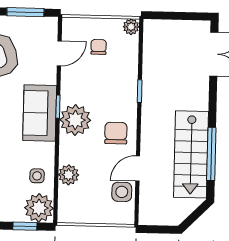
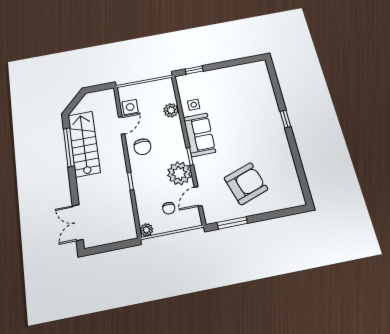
sofa: (40, 113) -> (199, 135), moved
plant: (75, 120) -> (179, 173), moved
plant: (39, 208) -> (187, 84), removed

